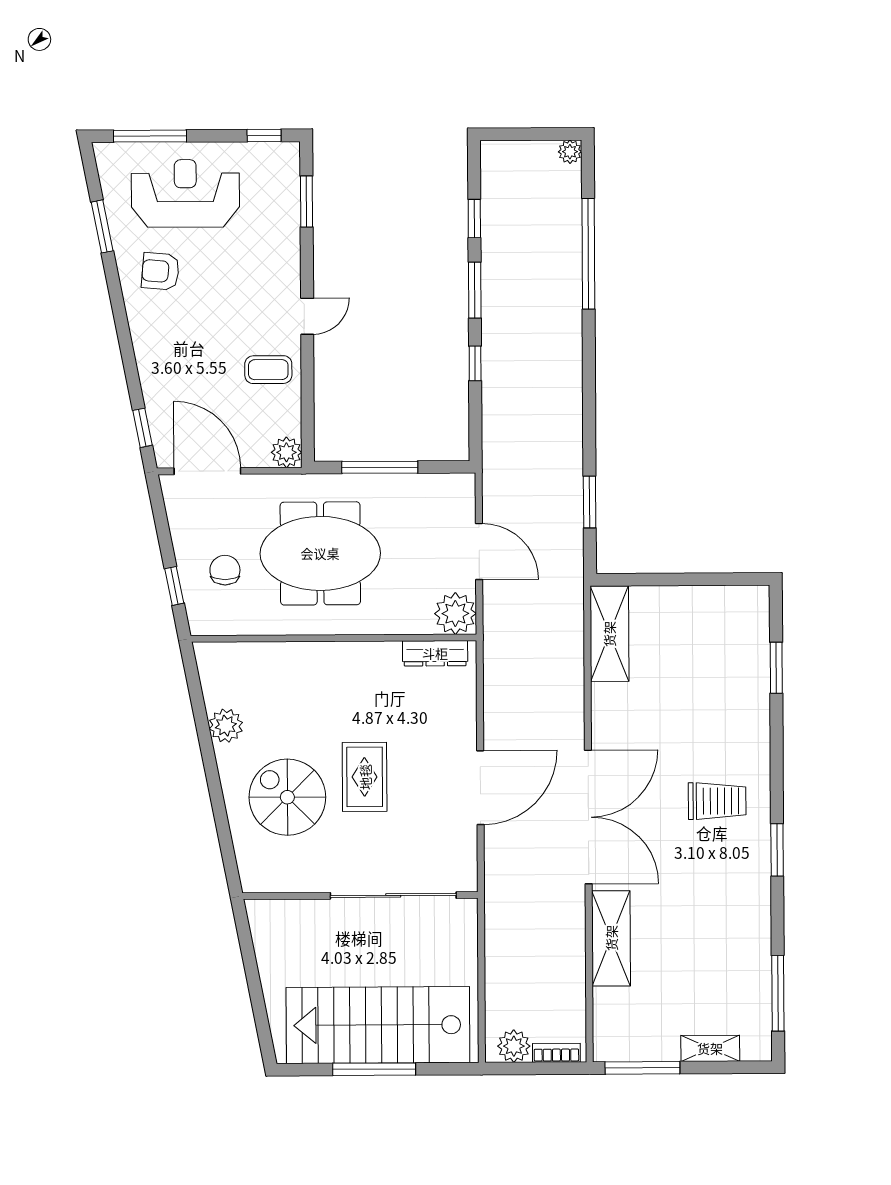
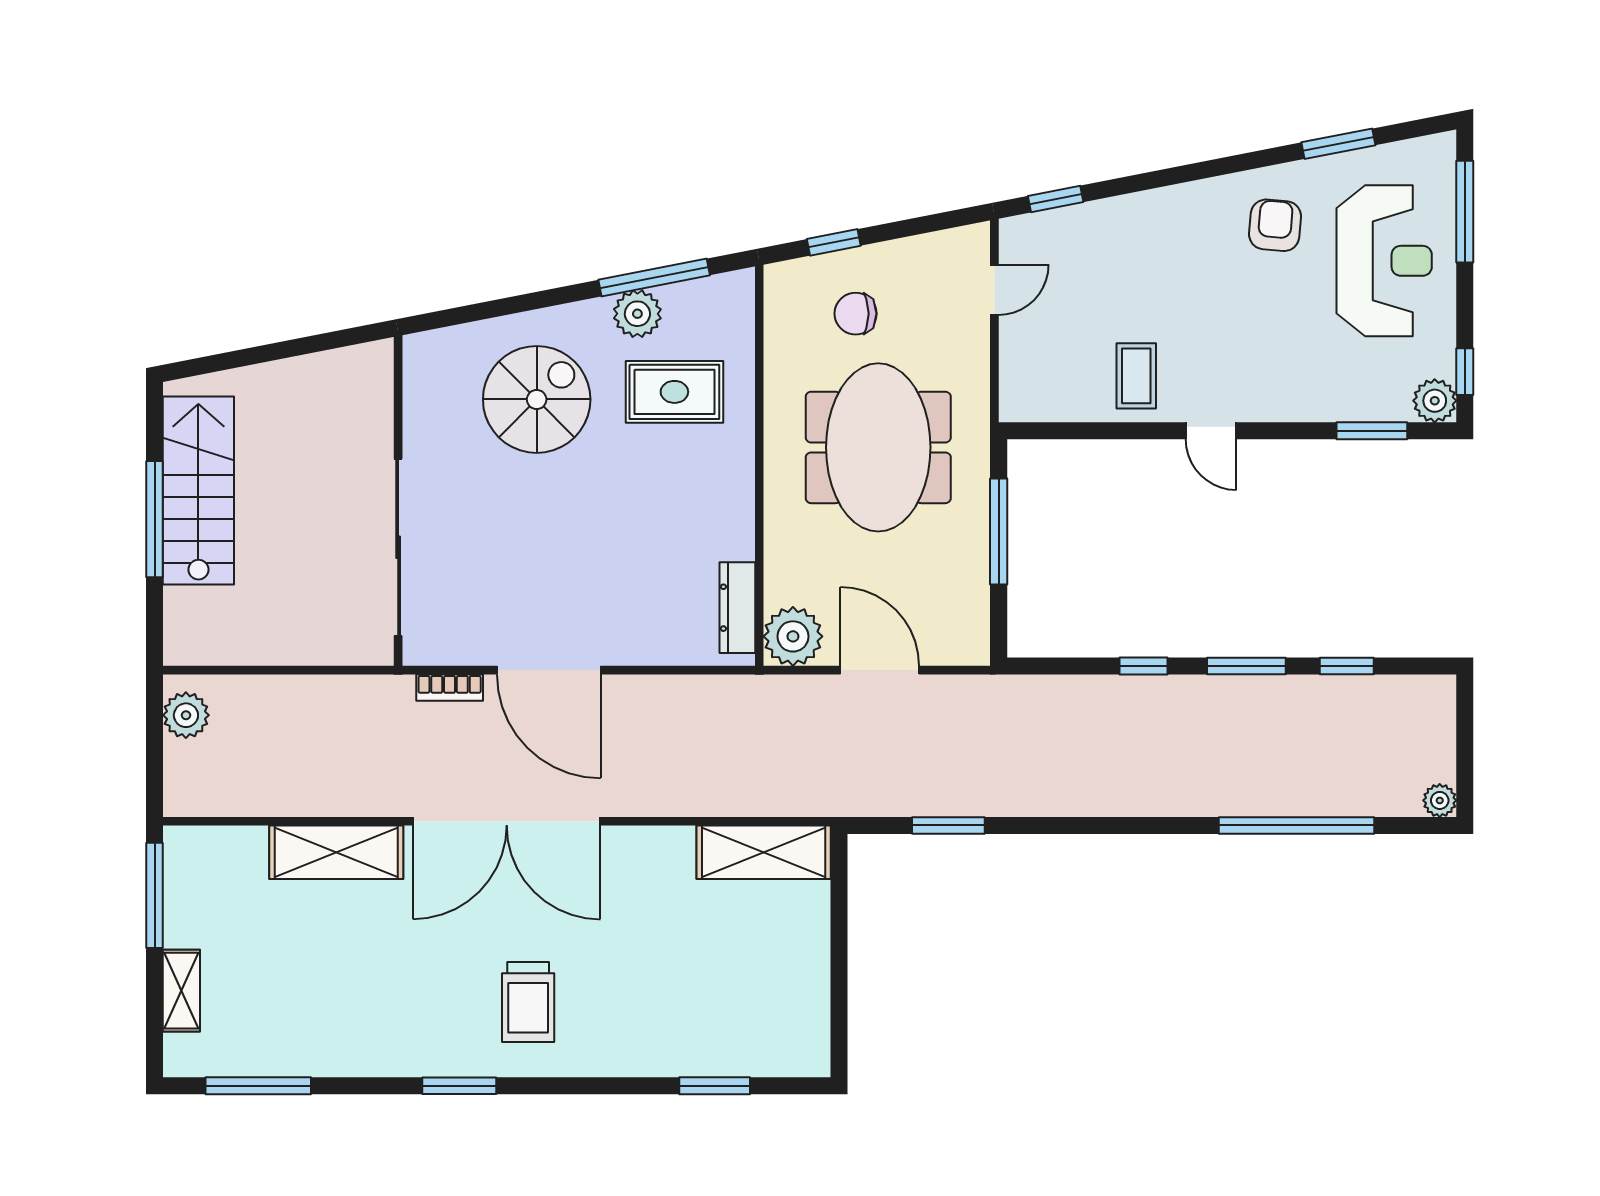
plant: (286, 452) -> (1435, 401), moved
door: (207, 471) -> (994, 290), width x0.53
door: (479, 552) -> (880, 670), swing flipped
chair: (225, 570) -> (856, 314), turned 180
window: (200, 714) -> (654, 277), added
rug: (365, 777) -> (674, 392), moved
stairs: (378, 1025) -> (198, 491), width x0.73, depth x0.66
bookcase: (556, 1053) -> (450, 688), moved, turned 90

